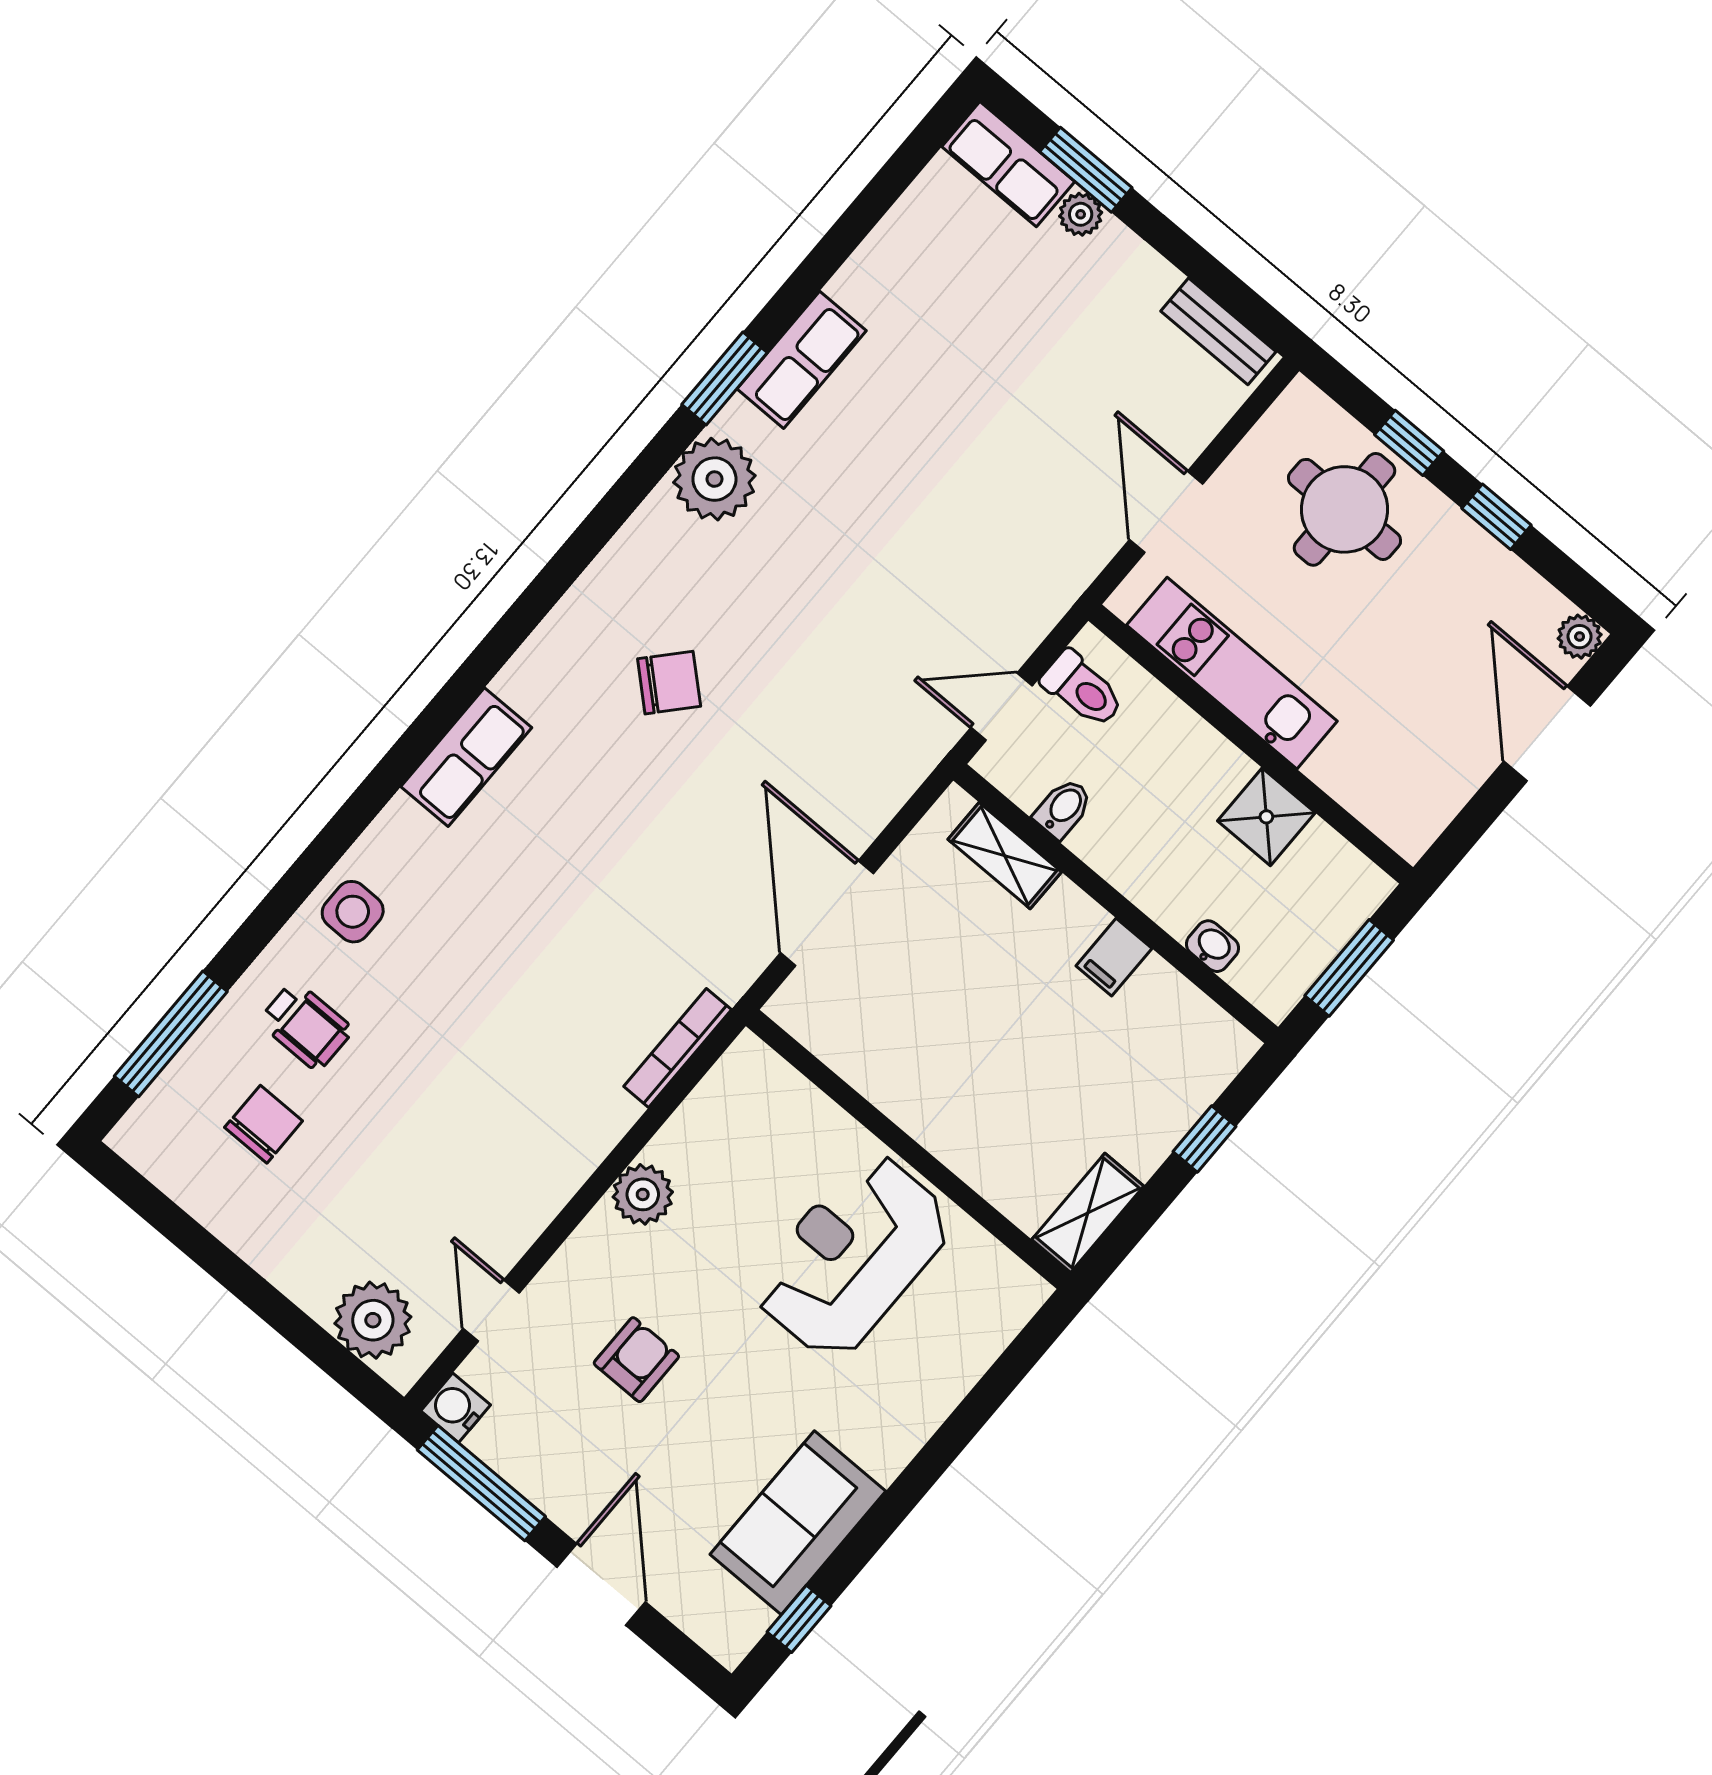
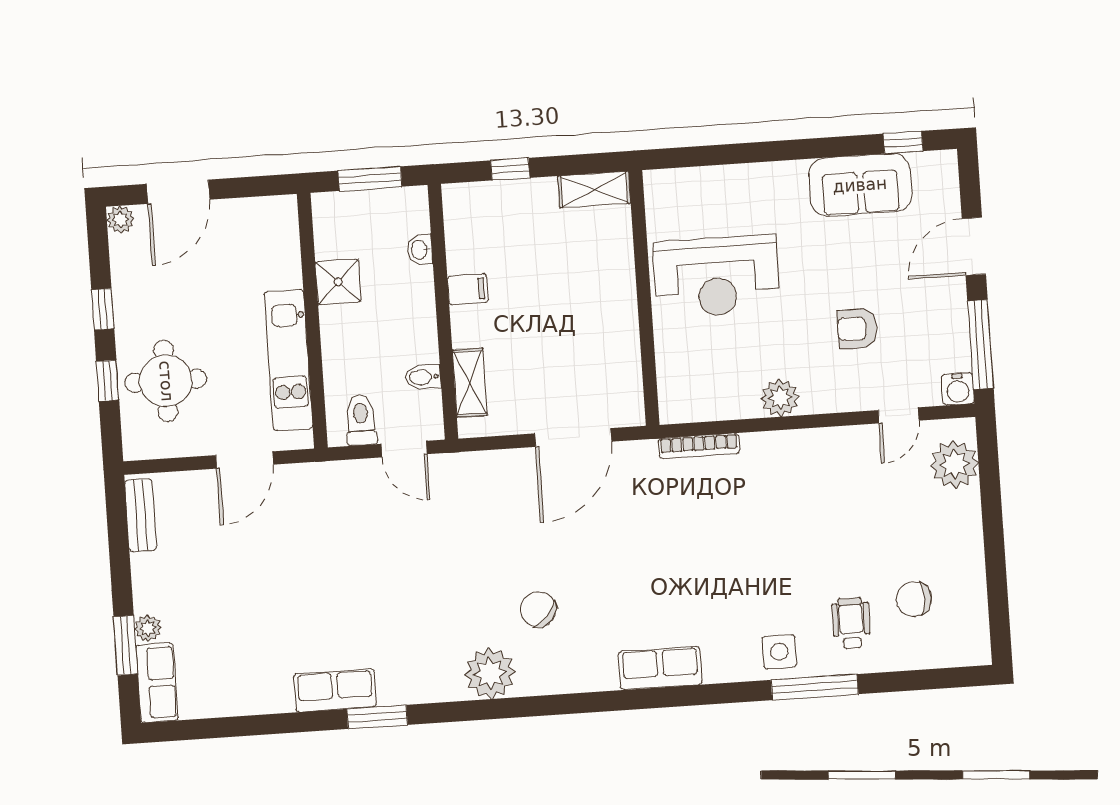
plant: (714, 479) -> (490, 673), moved
window: (171, 1034) -> (815, 687), moved

